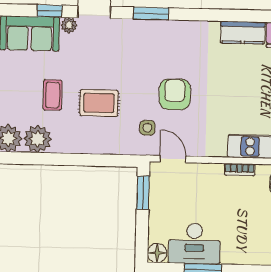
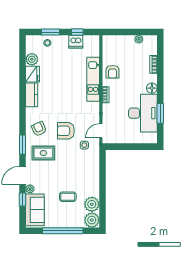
armchair: (180, 45) -> (39, 129), added
rug: (99, 103) -> (43, 153), moved, turned 90
window: (143, 193) -> (119, 147), removed
desk: (194, 243) -> (143, 113), width x1.36, depth x1.30
floor lamp: (157, 253) -> (152, 88), moved

